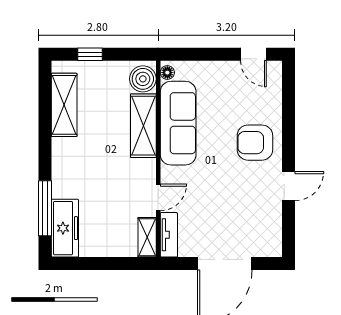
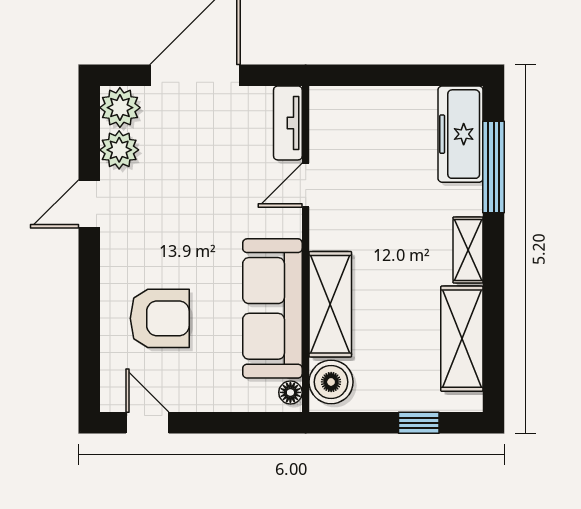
armchair: (255, 143) -> (160, 318), moved
plant: (270, 219) -> (119, 150), added
shelving: (147, 237) -> (468, 250), moved
plant: (270, 244) -> (120, 108), added

